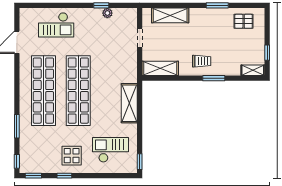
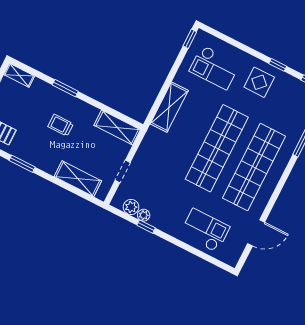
plant: (120, 14) -> (131, 207), added
trolley: (202, 61) -> (61, 125), moved

